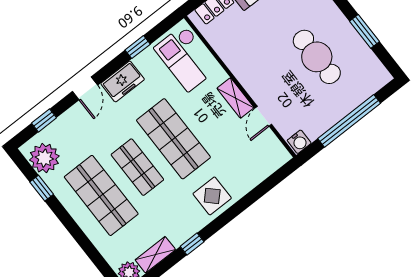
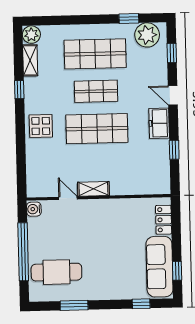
cafe table: (317, 57) -> (56, 272), moved
checkout: (186, 58) -> (143, 176), removed

